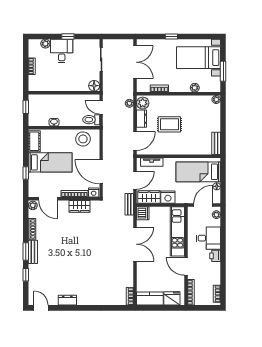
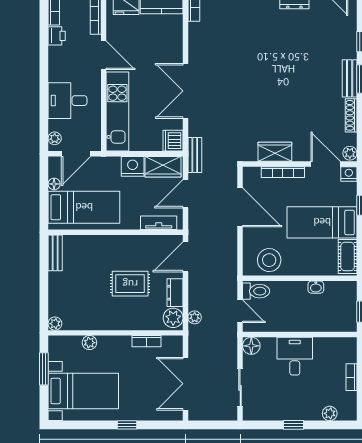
desk: (62, 51) -> (295, 356), moved, turned 180
nightstand: (94, 193) -> (349, 174), moved
printer: (215, 256) -> (57, 36), moved

